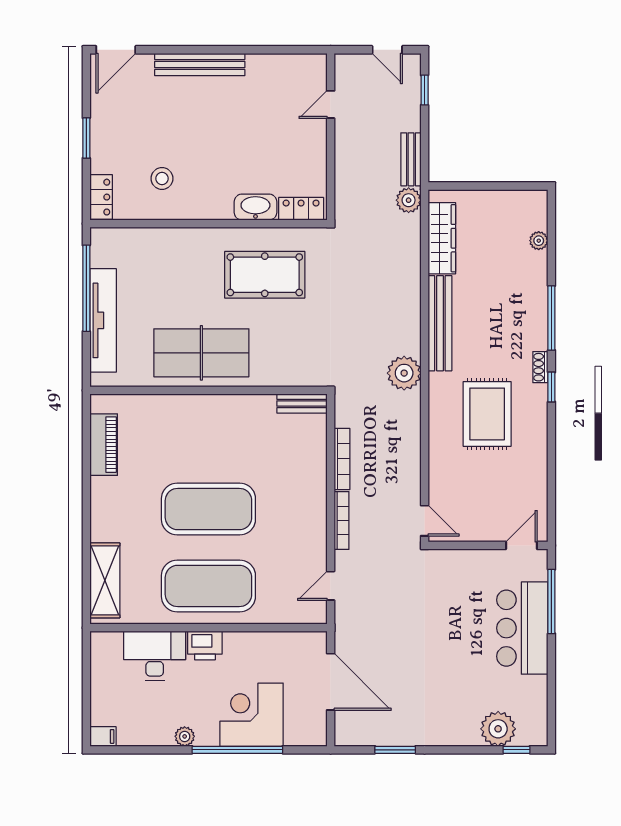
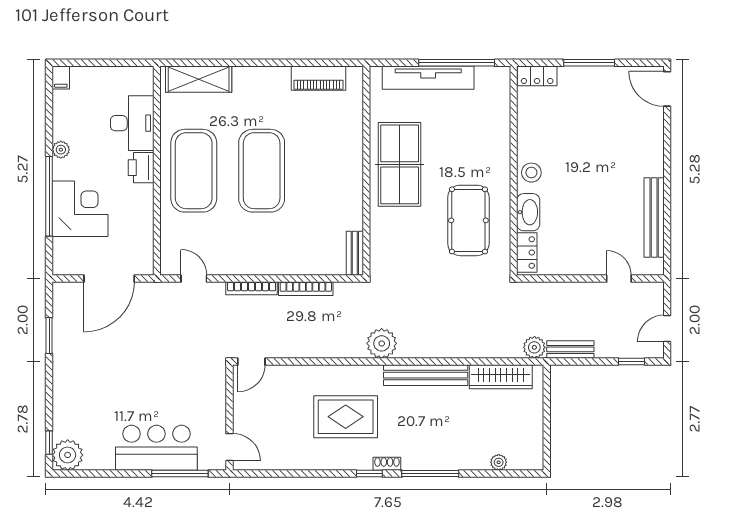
bench: (200, 65) -> (654, 218), moved
window: (86, 138) -> (589, 63), width x1.44
stool: (162, 178) -> (531, 173), moved
plant: (498, 729) -> (68, 455), moved

